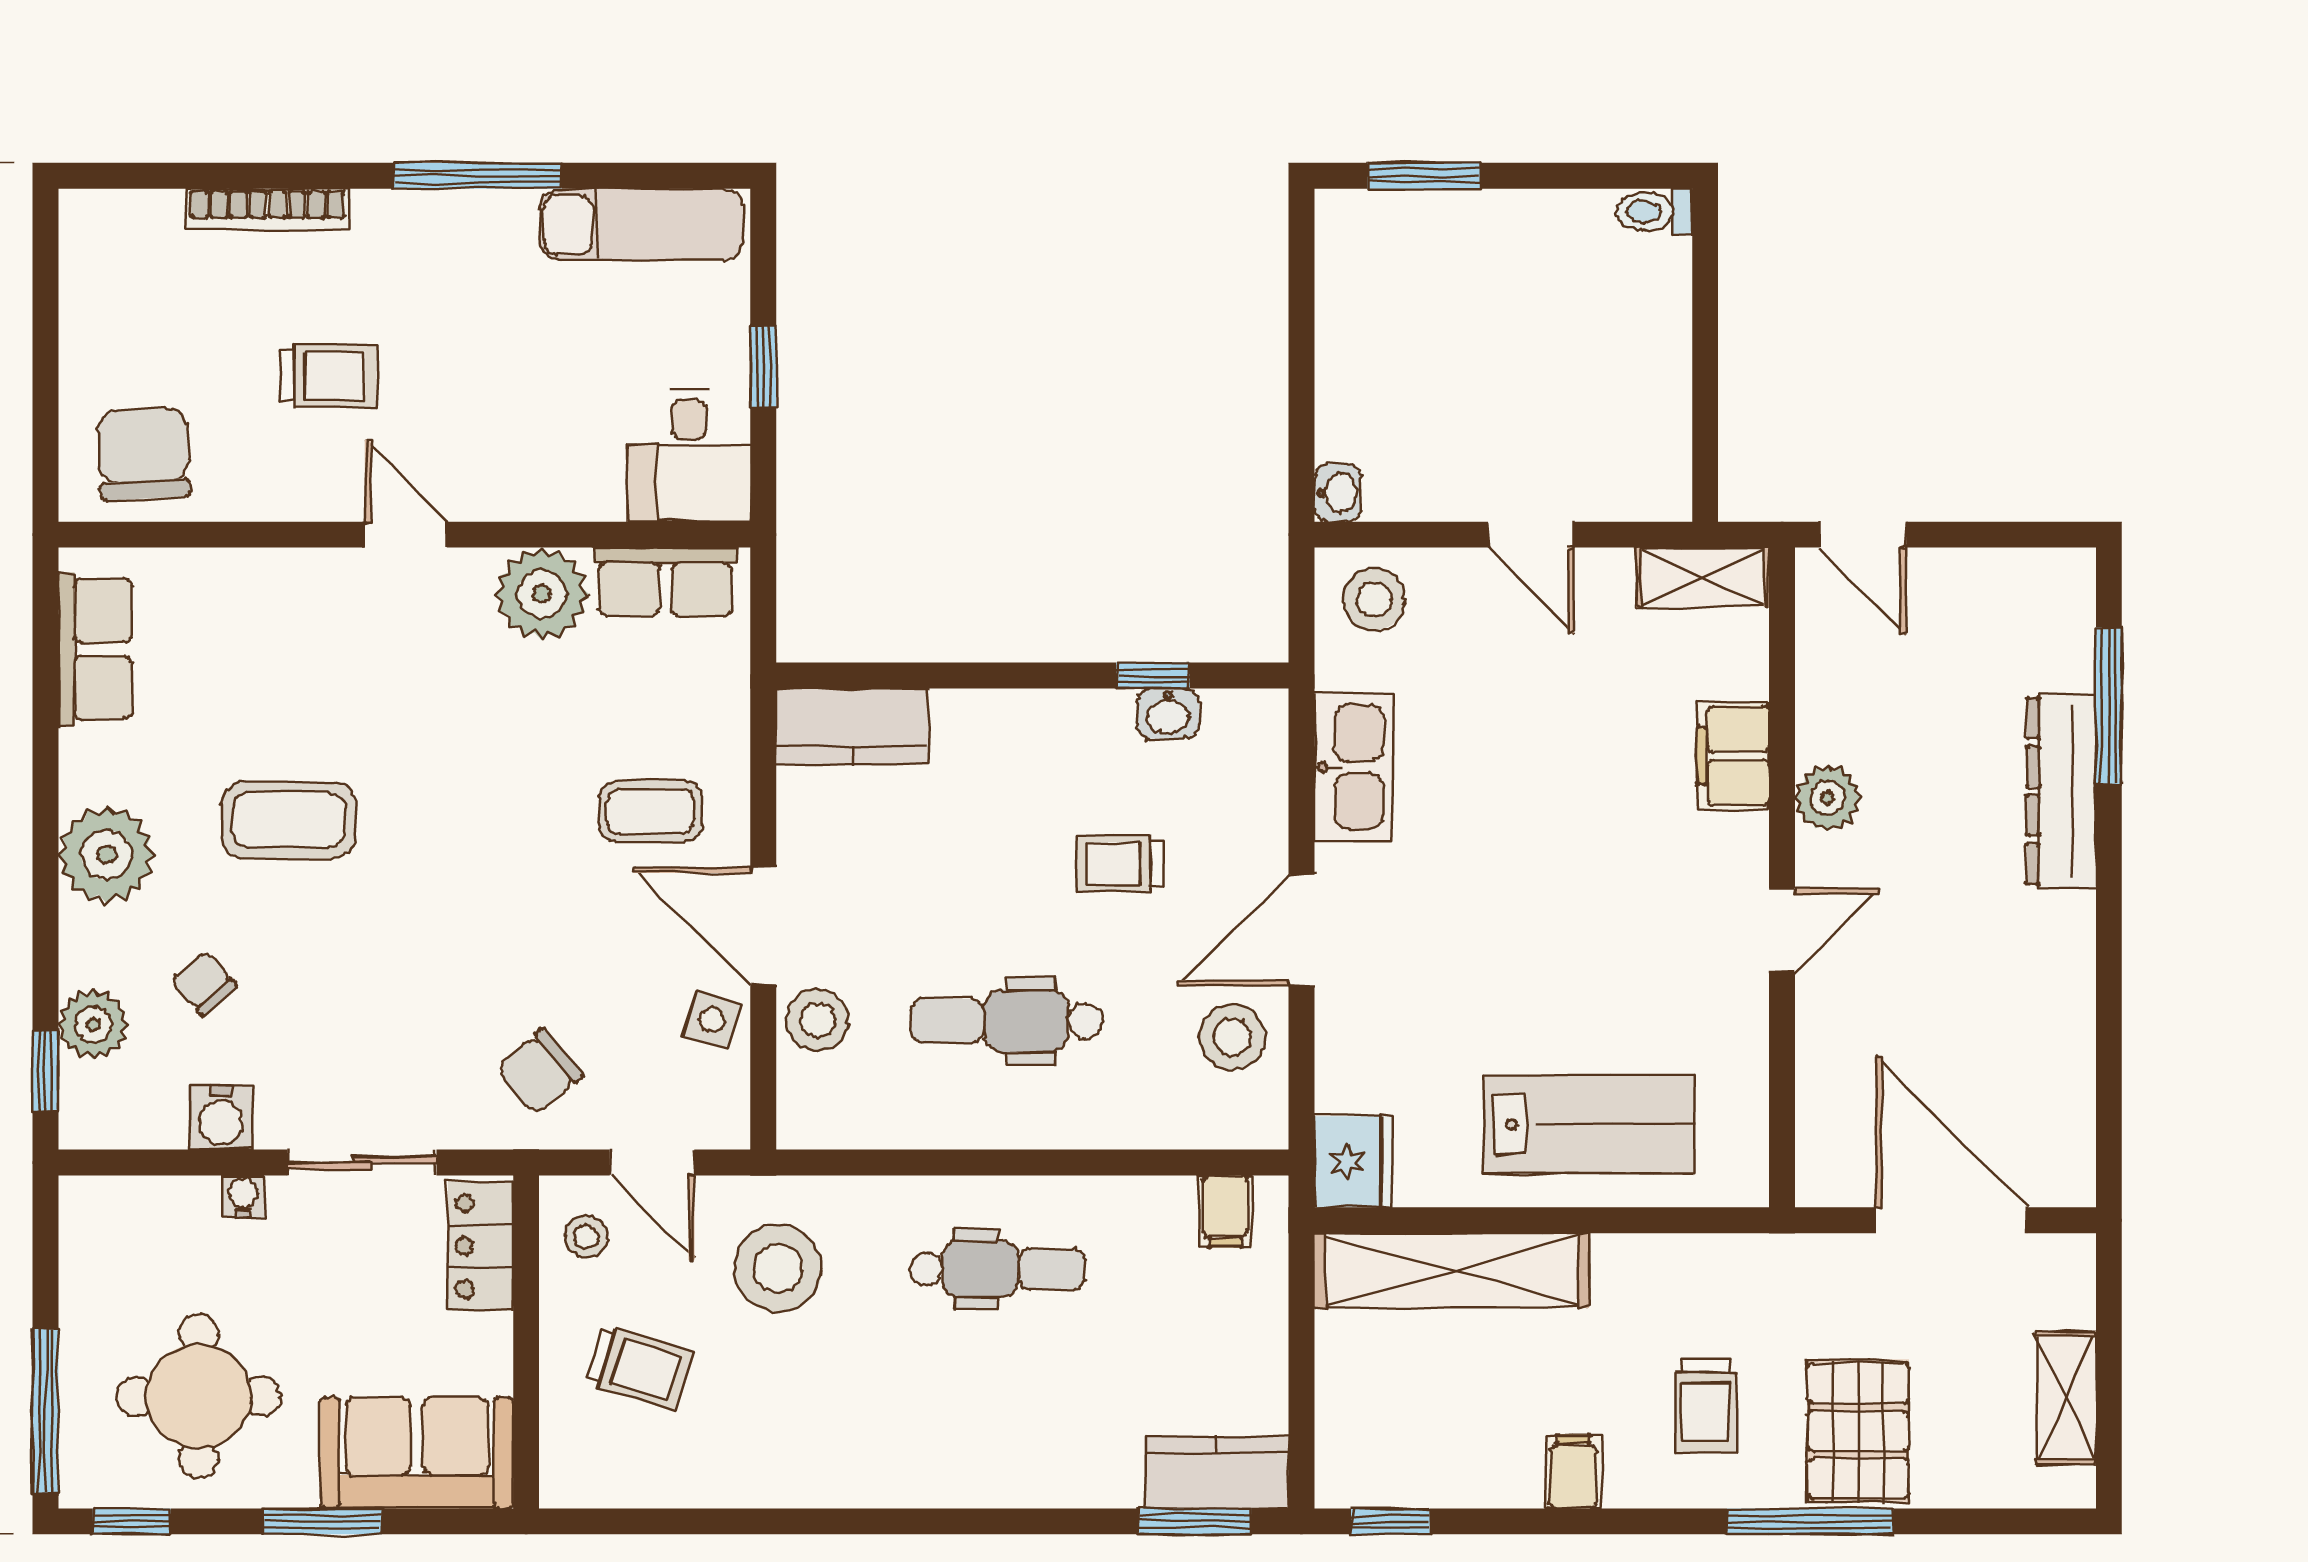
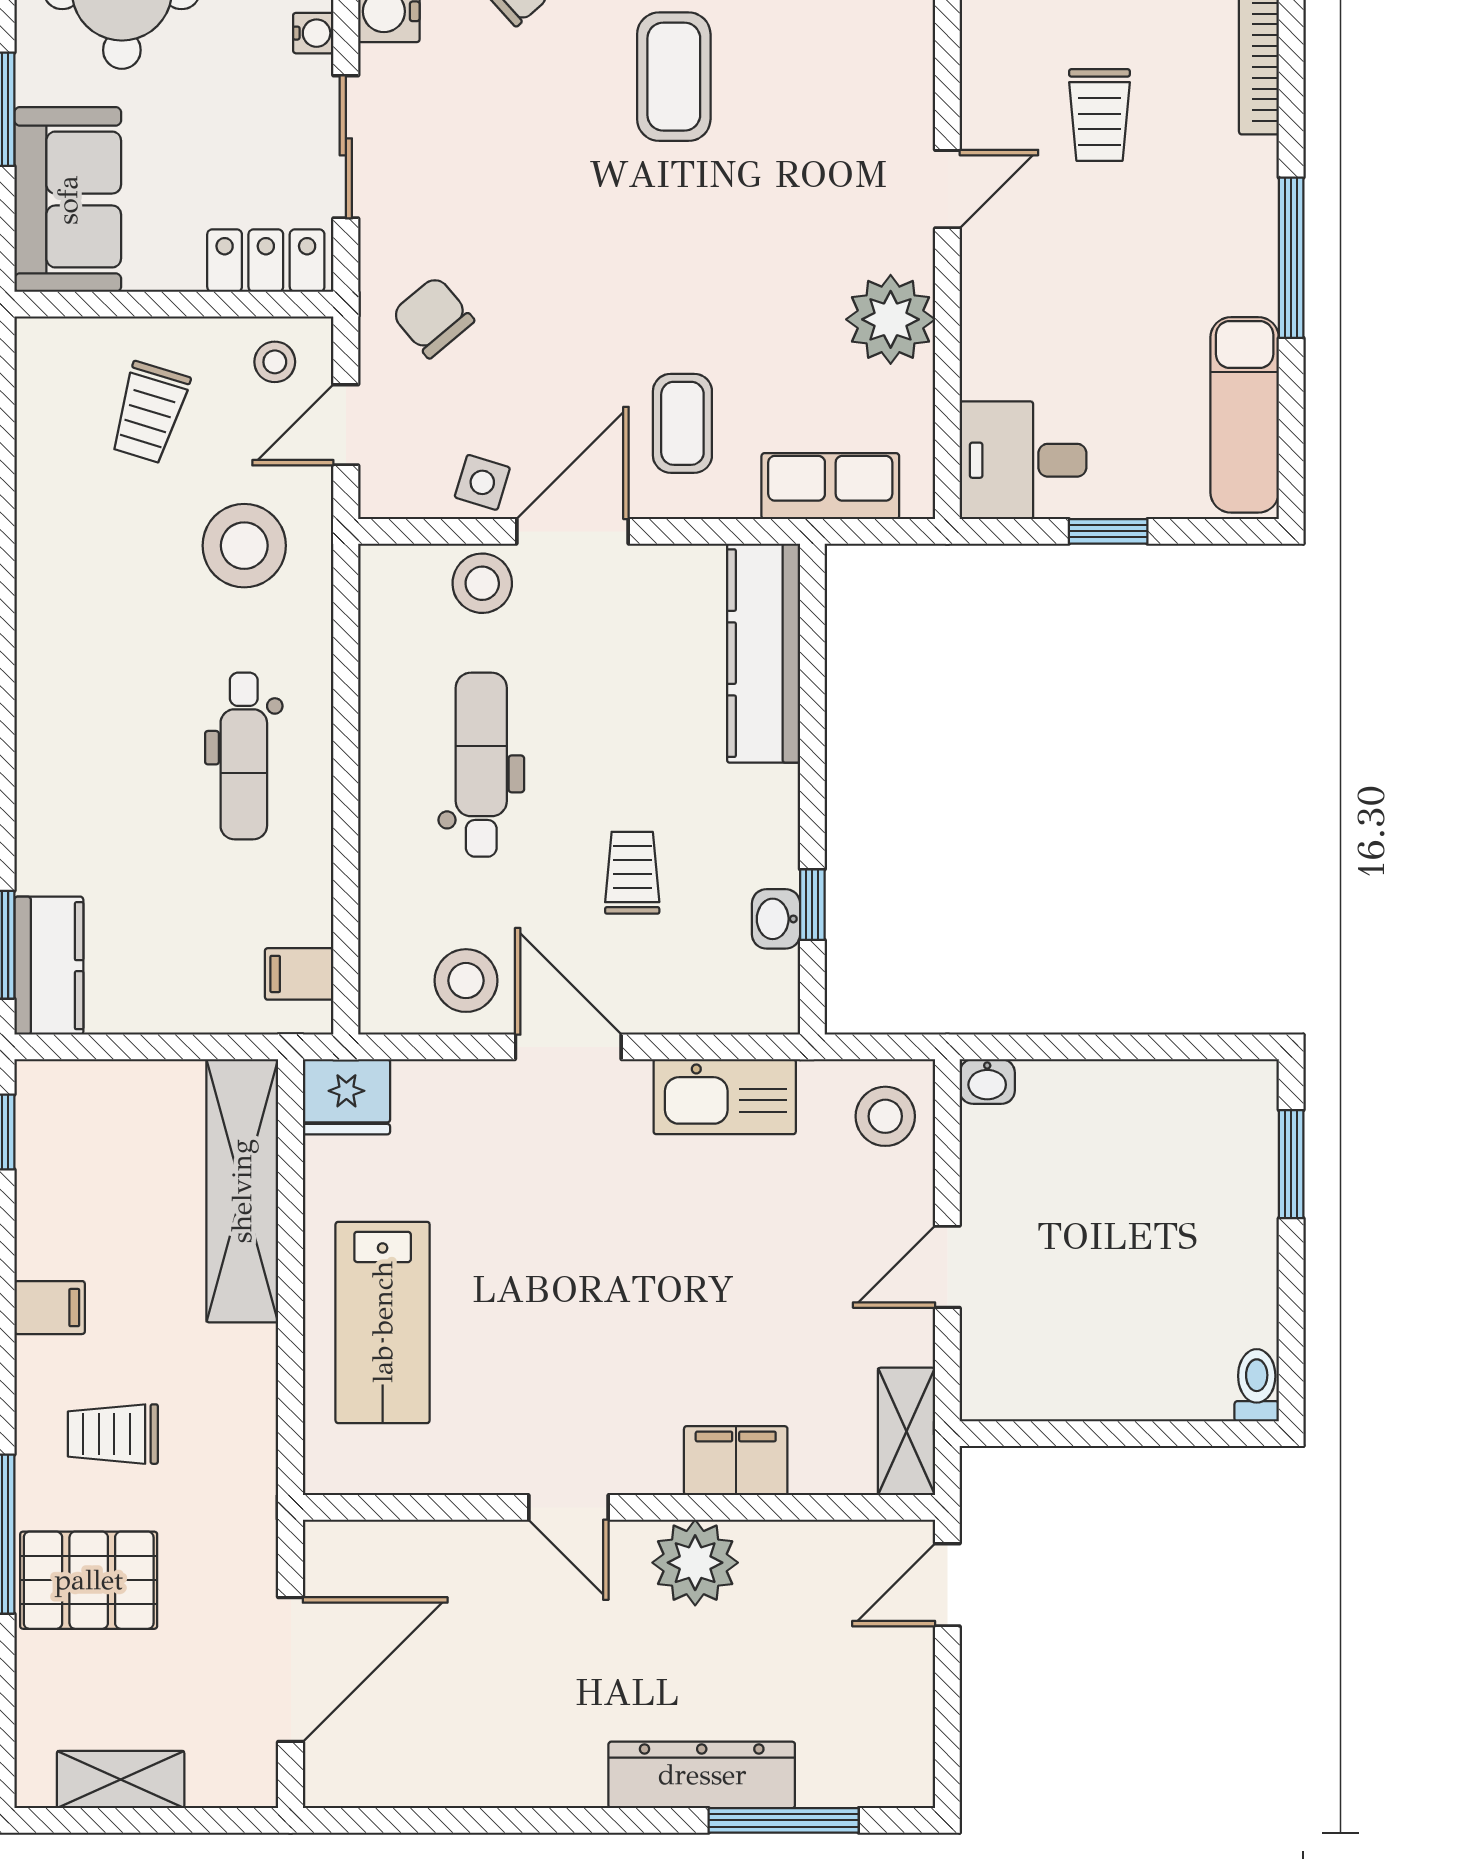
row of seats: (665, 582) -> (830, 486), moved, turned 90
kitchen counter: (852, 726) -> (764, 653), width x1.50
plant: (1828, 798) -> (695, 1563), width x1.36, depth x1.36

